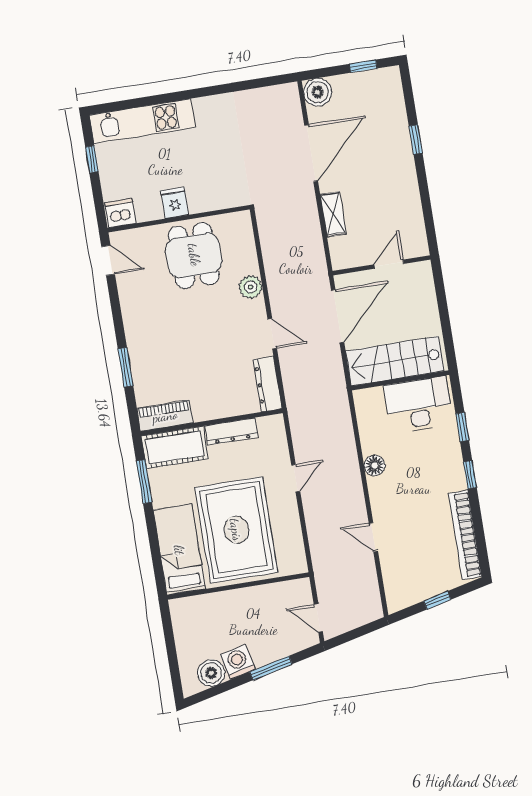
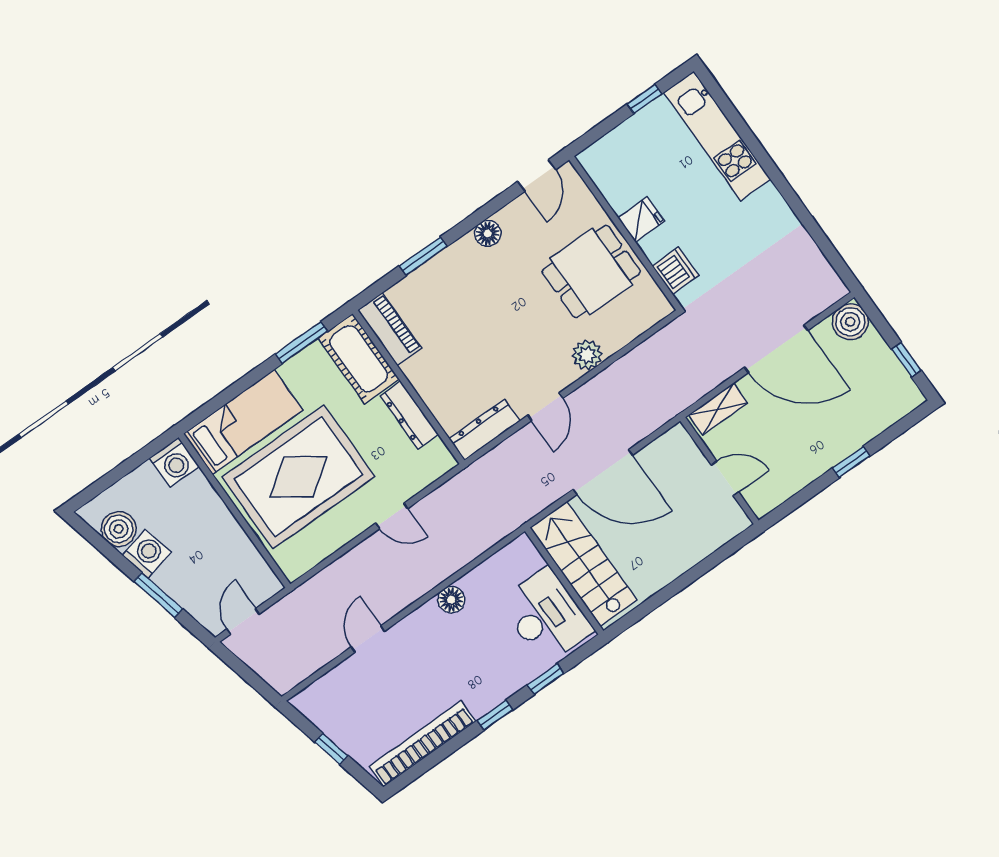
dishwasher: (120, 213) -> (675, 271), moved
door: (389, 264) -> (725, 478), moved
wall: (382, 265) -> (719, 471), moved
floor lamp: (132, 314) -> (488, 233), added
washing machine: (184, 611) -> (174, 462), added

